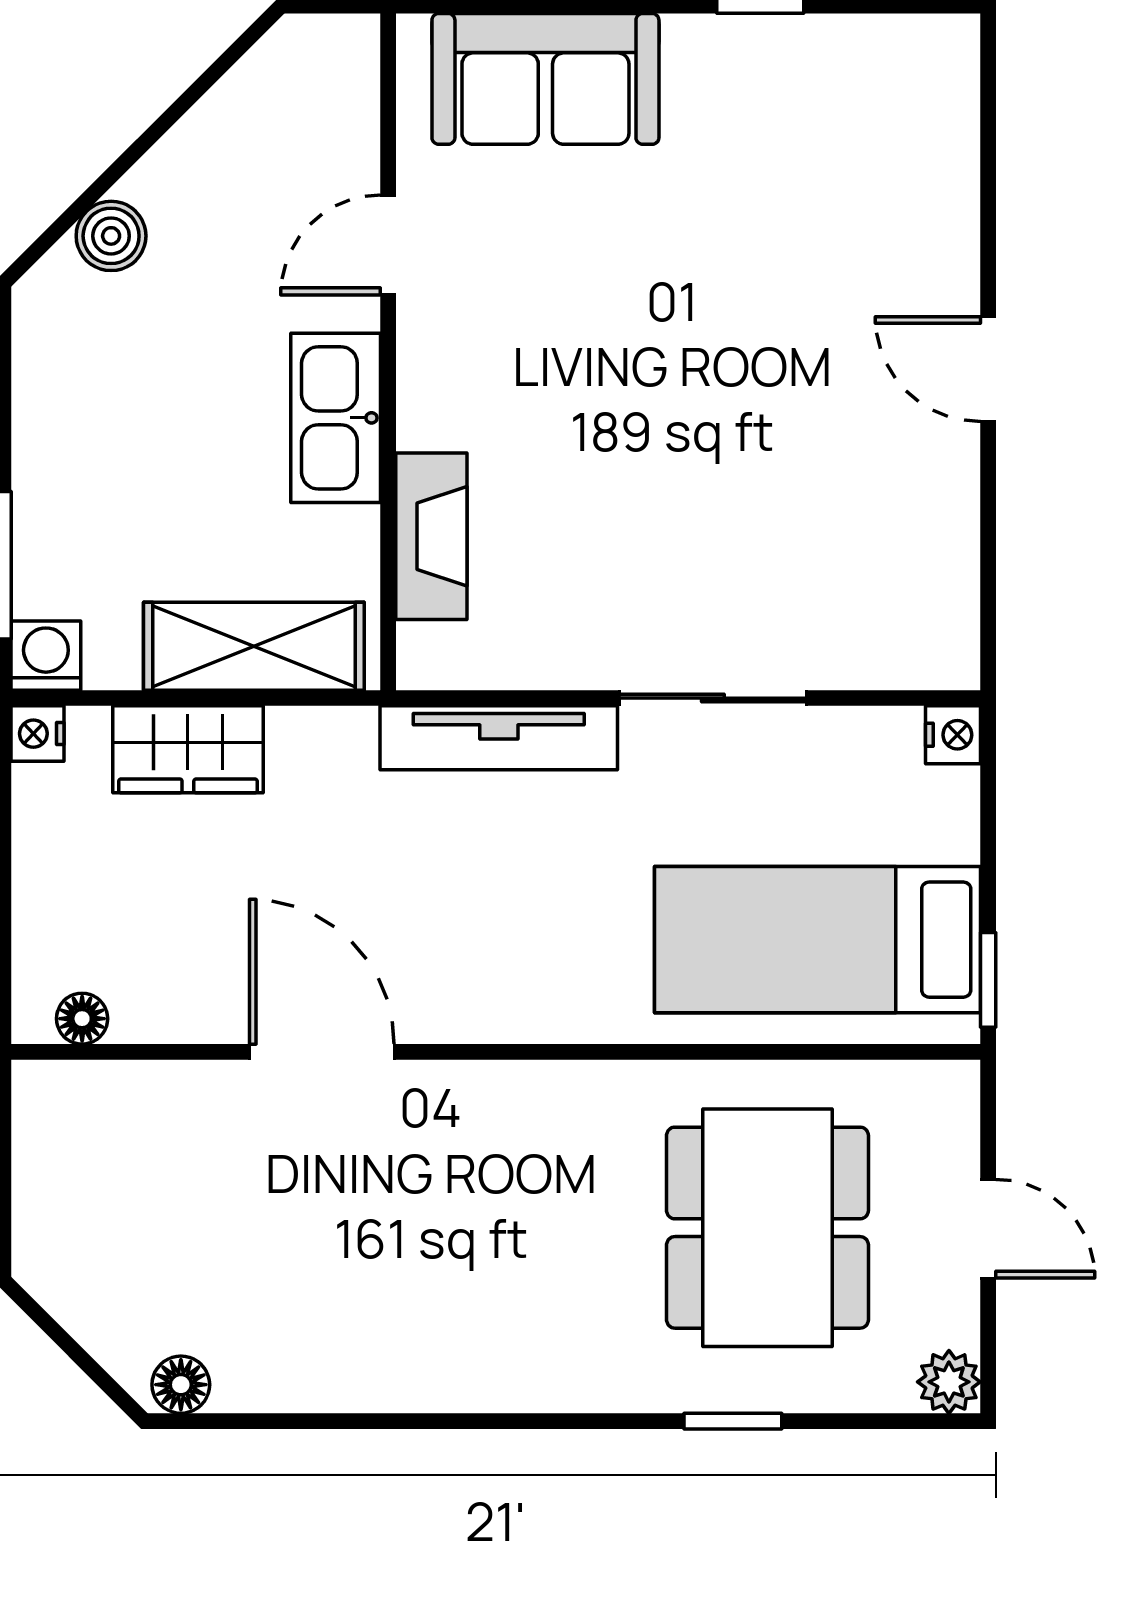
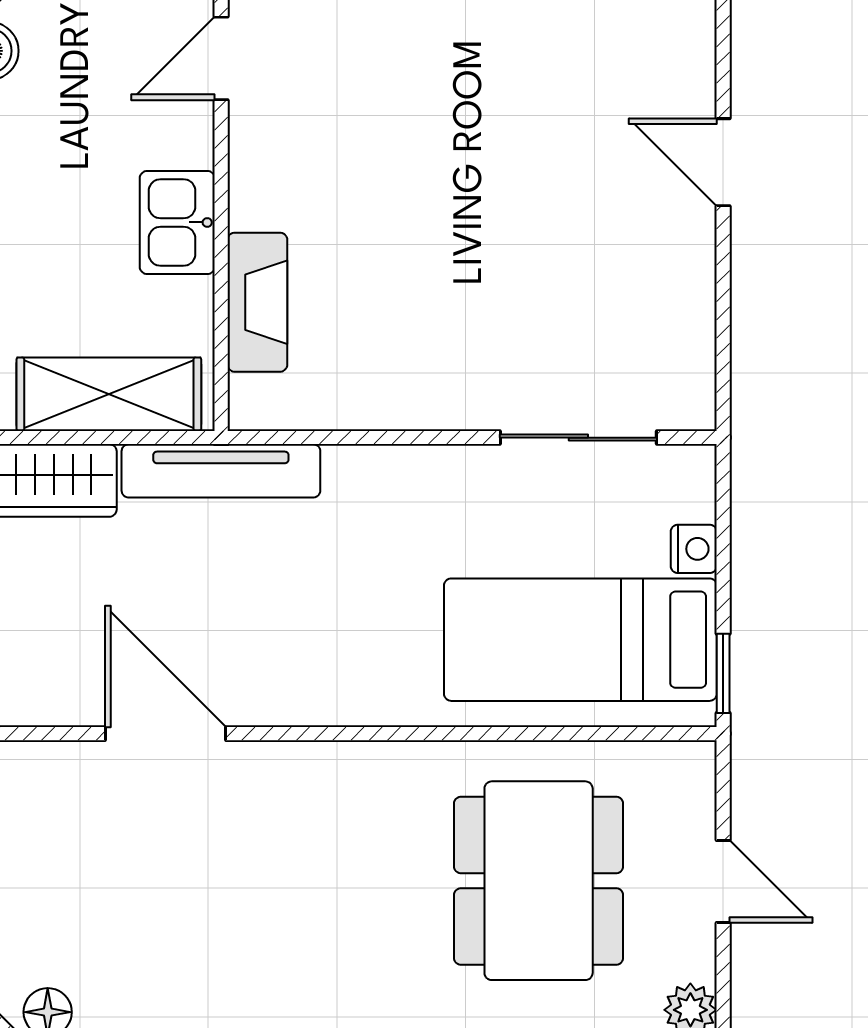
kitchen sink: (336, 418) -> (177, 222), width x0.73
sliding door: (713, 698) -> (578, 438), moved
nightstand: (953, 735) -> (694, 549), moved
tv unit: (499, 738) -> (221, 471), moved

